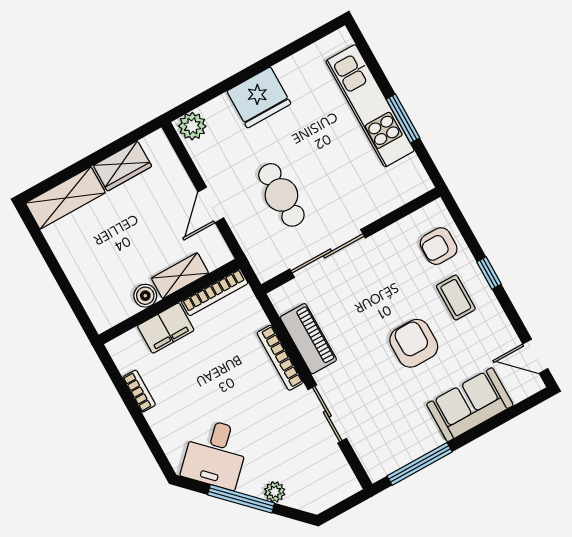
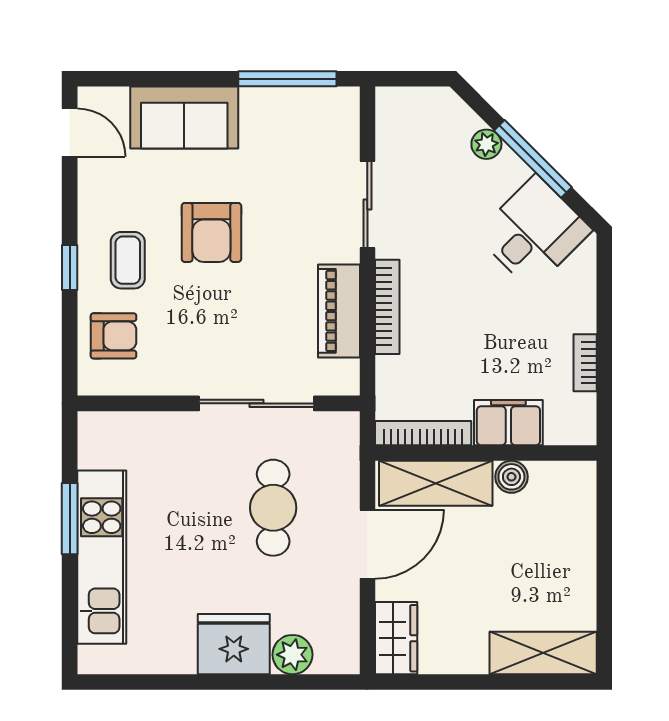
plant: (192, 126) -> (292, 655), moved
wardrobe: (122, 166) -> (396, 638), moved, turned 90
door: (211, 205) -> (367, 544), width x1.38
shelving: (180, 276) -> (436, 483), width x1.50, depth x1.33

